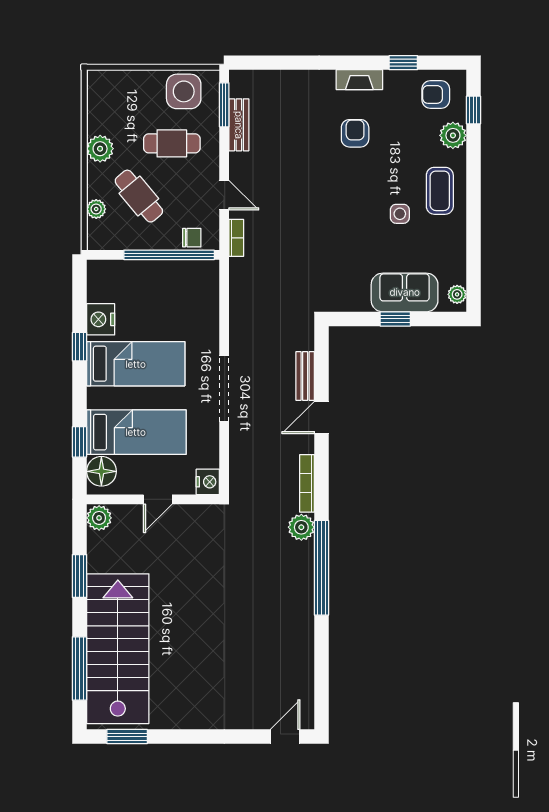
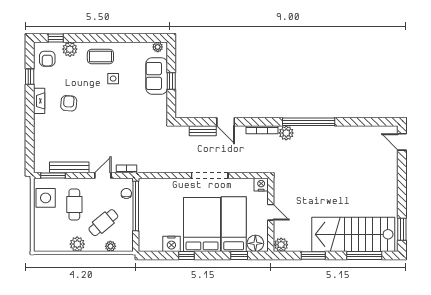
bench: (239, 125) -> (69, 167), width x1.36
armchair: (355, 133) -> (69, 103), turned 95
bed: (136, 364) -> (202, 224), width x1.50

